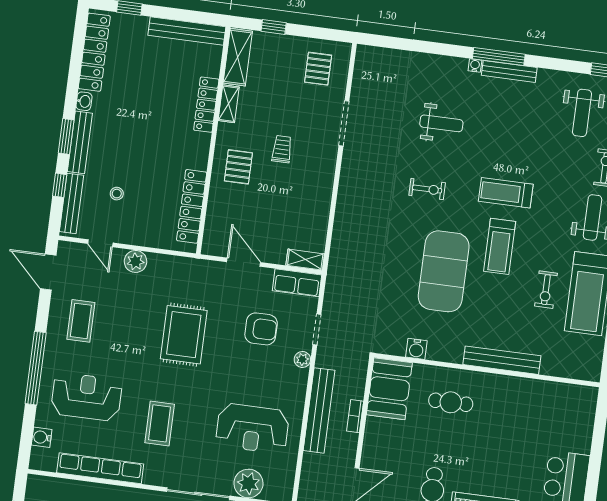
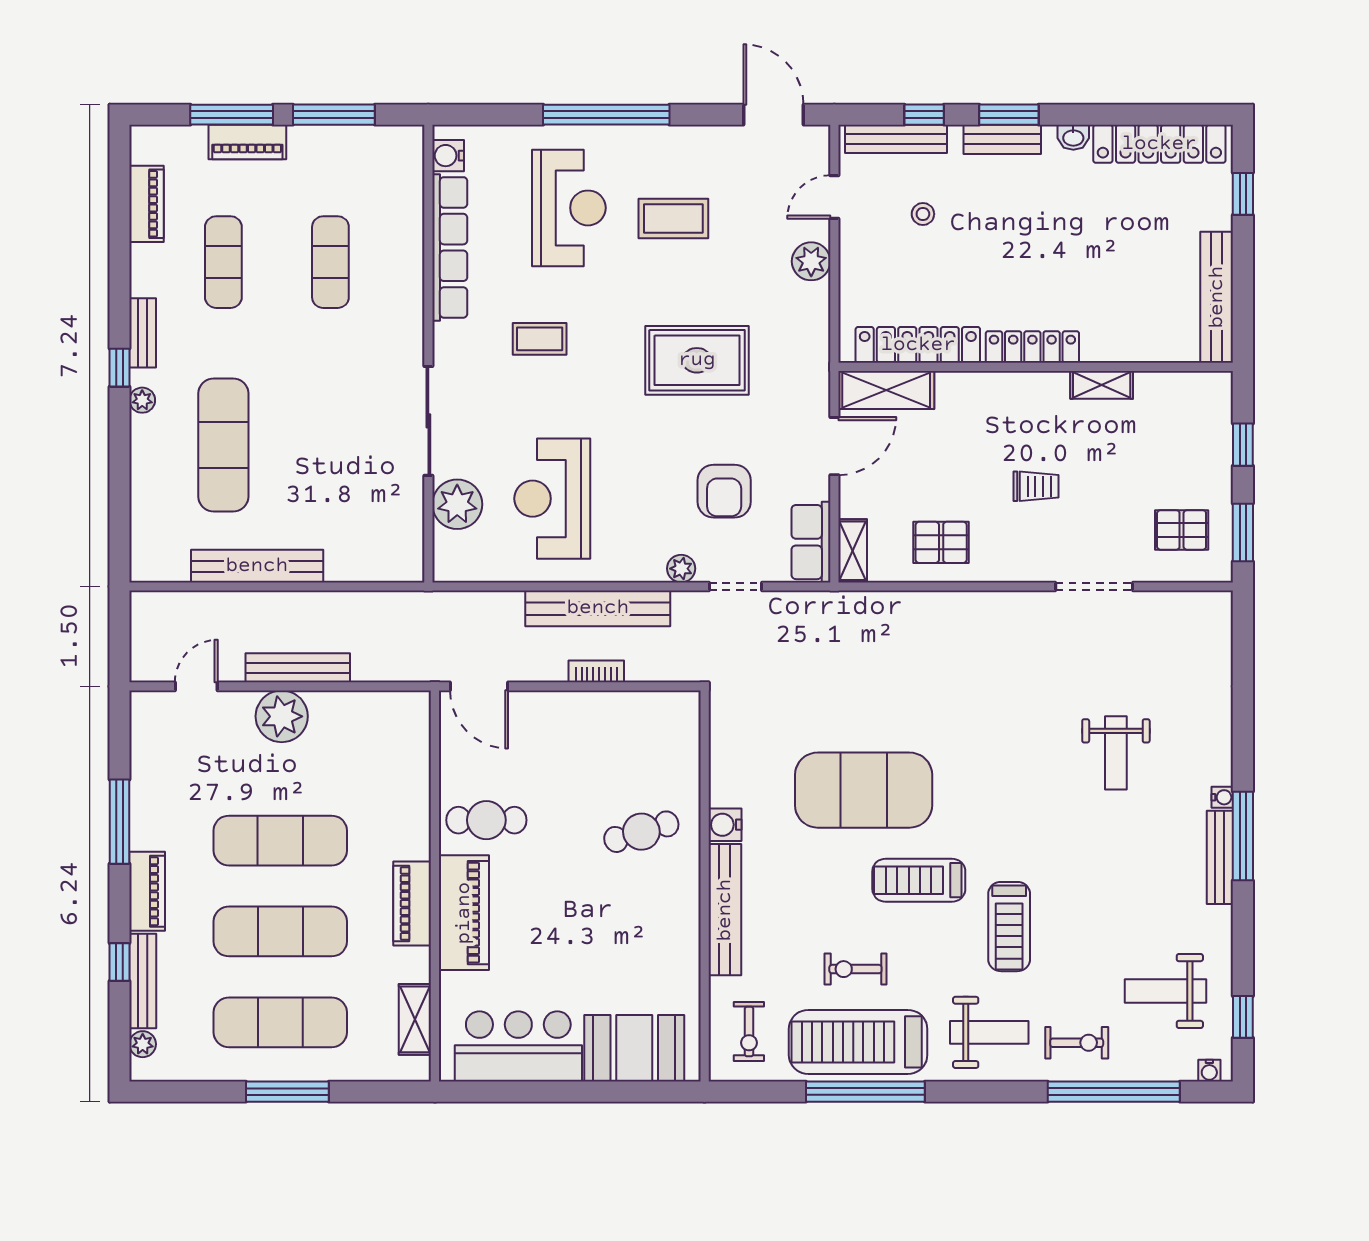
window: (324, 34) -> (1243, 533), added
shelving: (238, 57) -> (886, 390), moved
locker: (206, 105) -> (1032, 347), moved
bench: (80, 142) -> (1002, 139), width x0.73
pallet: (238, 167) -> (941, 542), moved
exercise bike: (427, 189) -> (749, 1031), moved
treadmill: (506, 193) -> (1009, 927), moved, turned 180
door: (48, 272) -> (773, 115), hinge flipped
coffee table: (81, 321) -> (673, 218), moved
water cooler: (416, 349) -> (725, 825), moved
booth: (389, 389) -> (634, 1048), moved
cafe table: (451, 402) -> (641, 832), turned 73
coffee table: (160, 423) -> (540, 339), width x0.73, depth x0.77
water cooler: (42, 437) -> (448, 156), moved, turned -90

